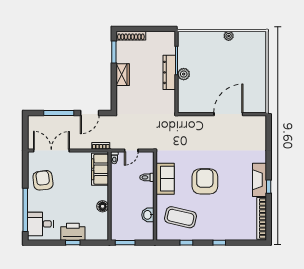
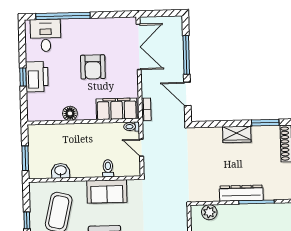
plant: (184, 74) -> (209, 212), moved
armchair: (43, 180) -> (93, 67), moved, turned 97
window: (125, 243) -> (25, 158), moved

